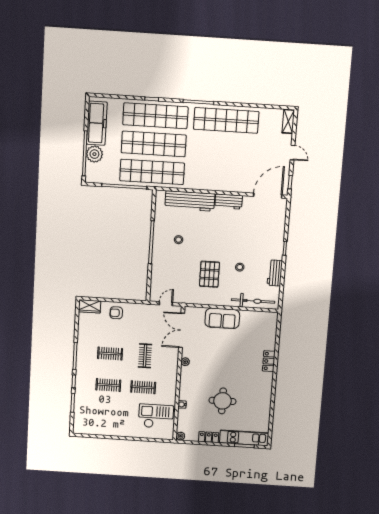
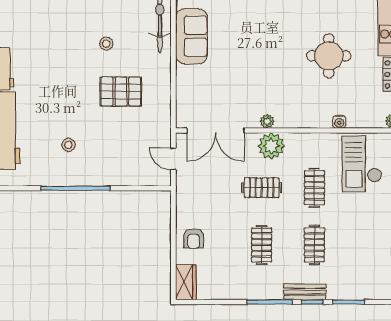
sofa: (222, 318) -> (192, 36), moved
plant: (170, 363) -> (271, 146), added
bench: (80, 377) -> (305, 292), added

